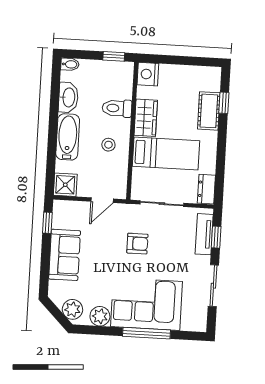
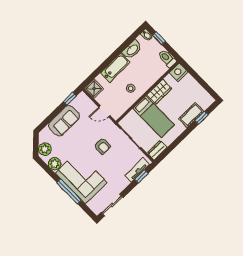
window: (114, 56) -> (159, 38), moved
toilet: (117, 108) -> (167, 58), moved
sliding door: (213, 286) -> (112, 205), moved

